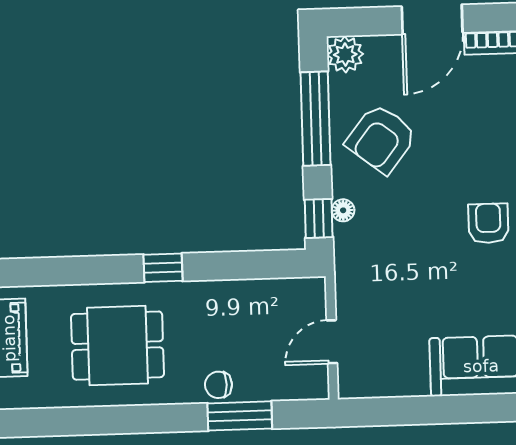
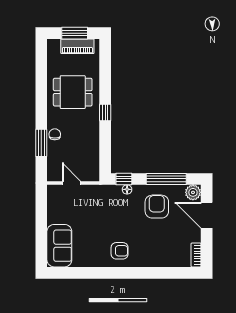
door: (432, 20) -> (207, 215), moved
armchair: (381, 139) -> (157, 207), turned 52
dining table: (117, 346) -> (73, 92), turned 90

